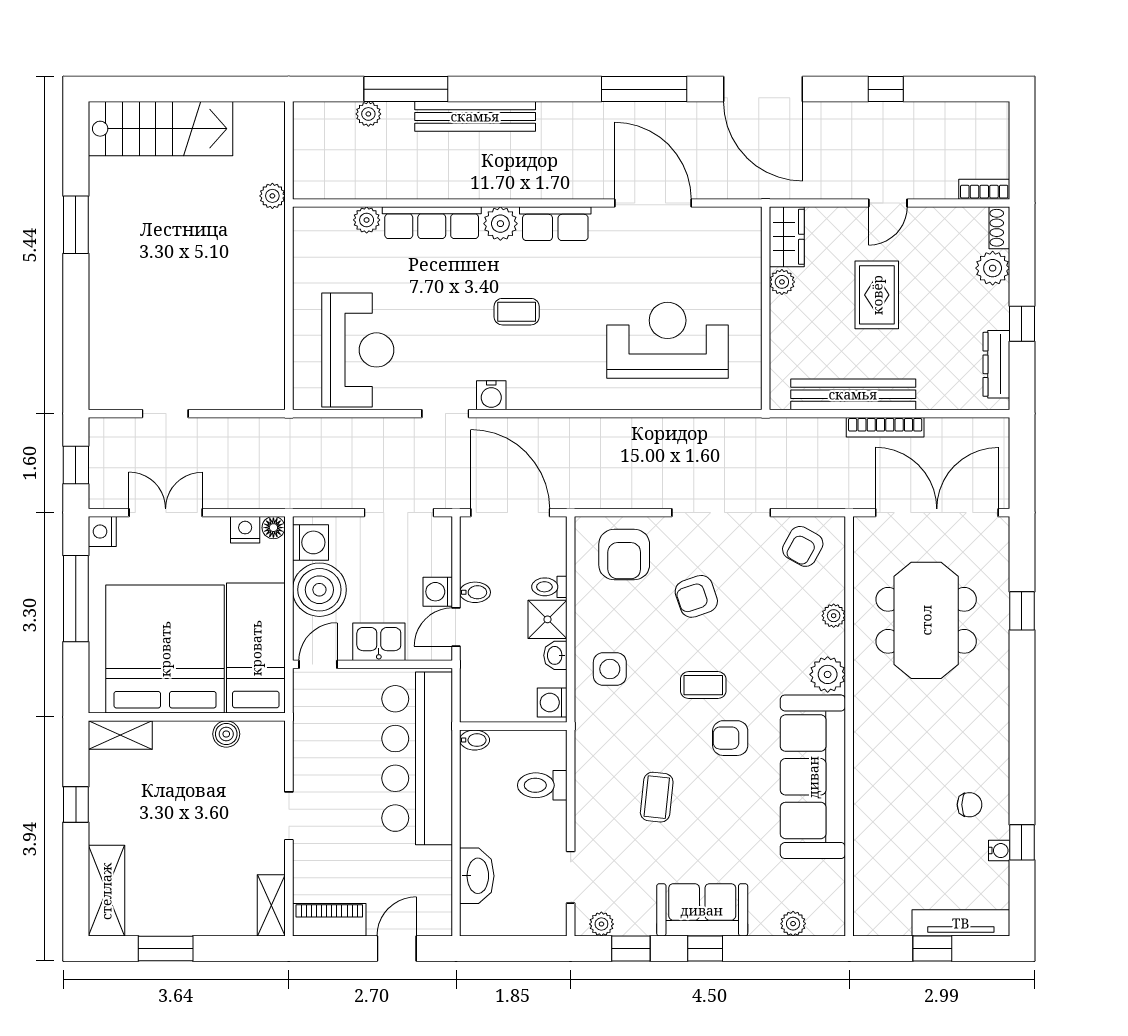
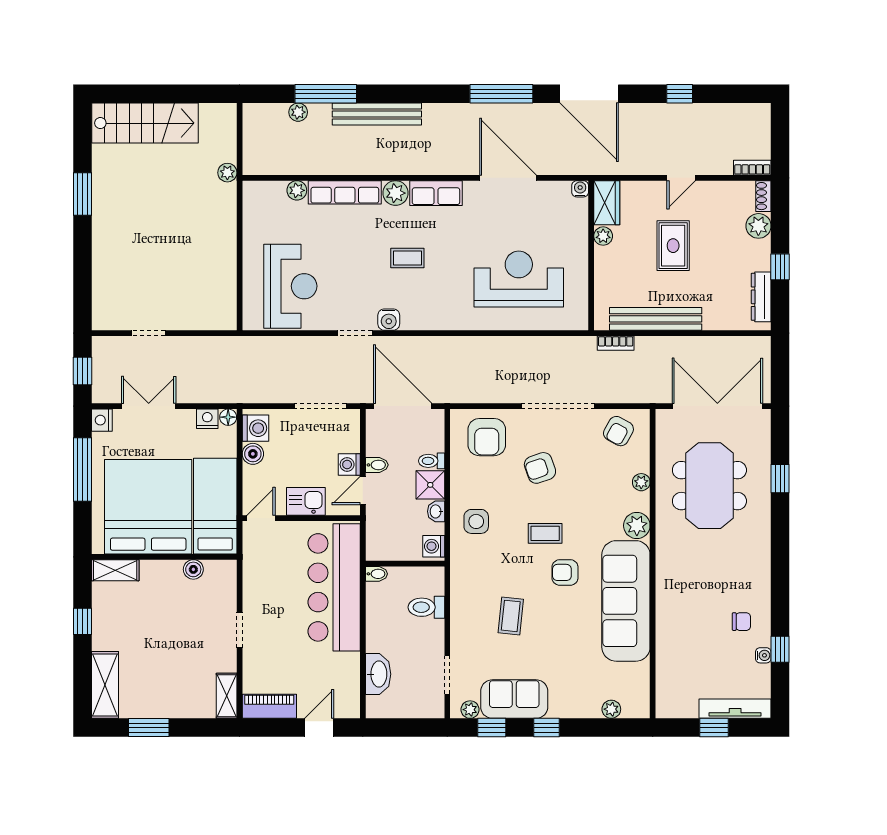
water cooler: (751, 218) -> (580, 189), added
bookcase: (885, 427) -> (616, 343), moved, width x0.64
boiler: (319, 590) -> (253, 454), width x0.54, depth x0.54
sofa: (702, 910) -> (514, 699), moved

